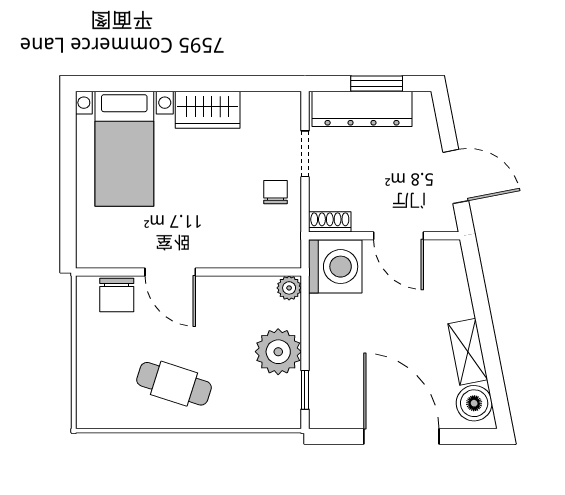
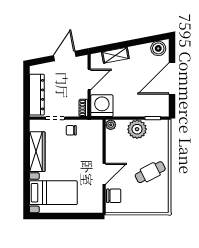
window: (377, 84) -> (26, 89), removed
wardrobe: (208, 110) -> (37, 152), width x1.50
shelving: (468, 352) -> (115, 55), moved
cafe table: (174, 384) -> (150, 172), turned 45

